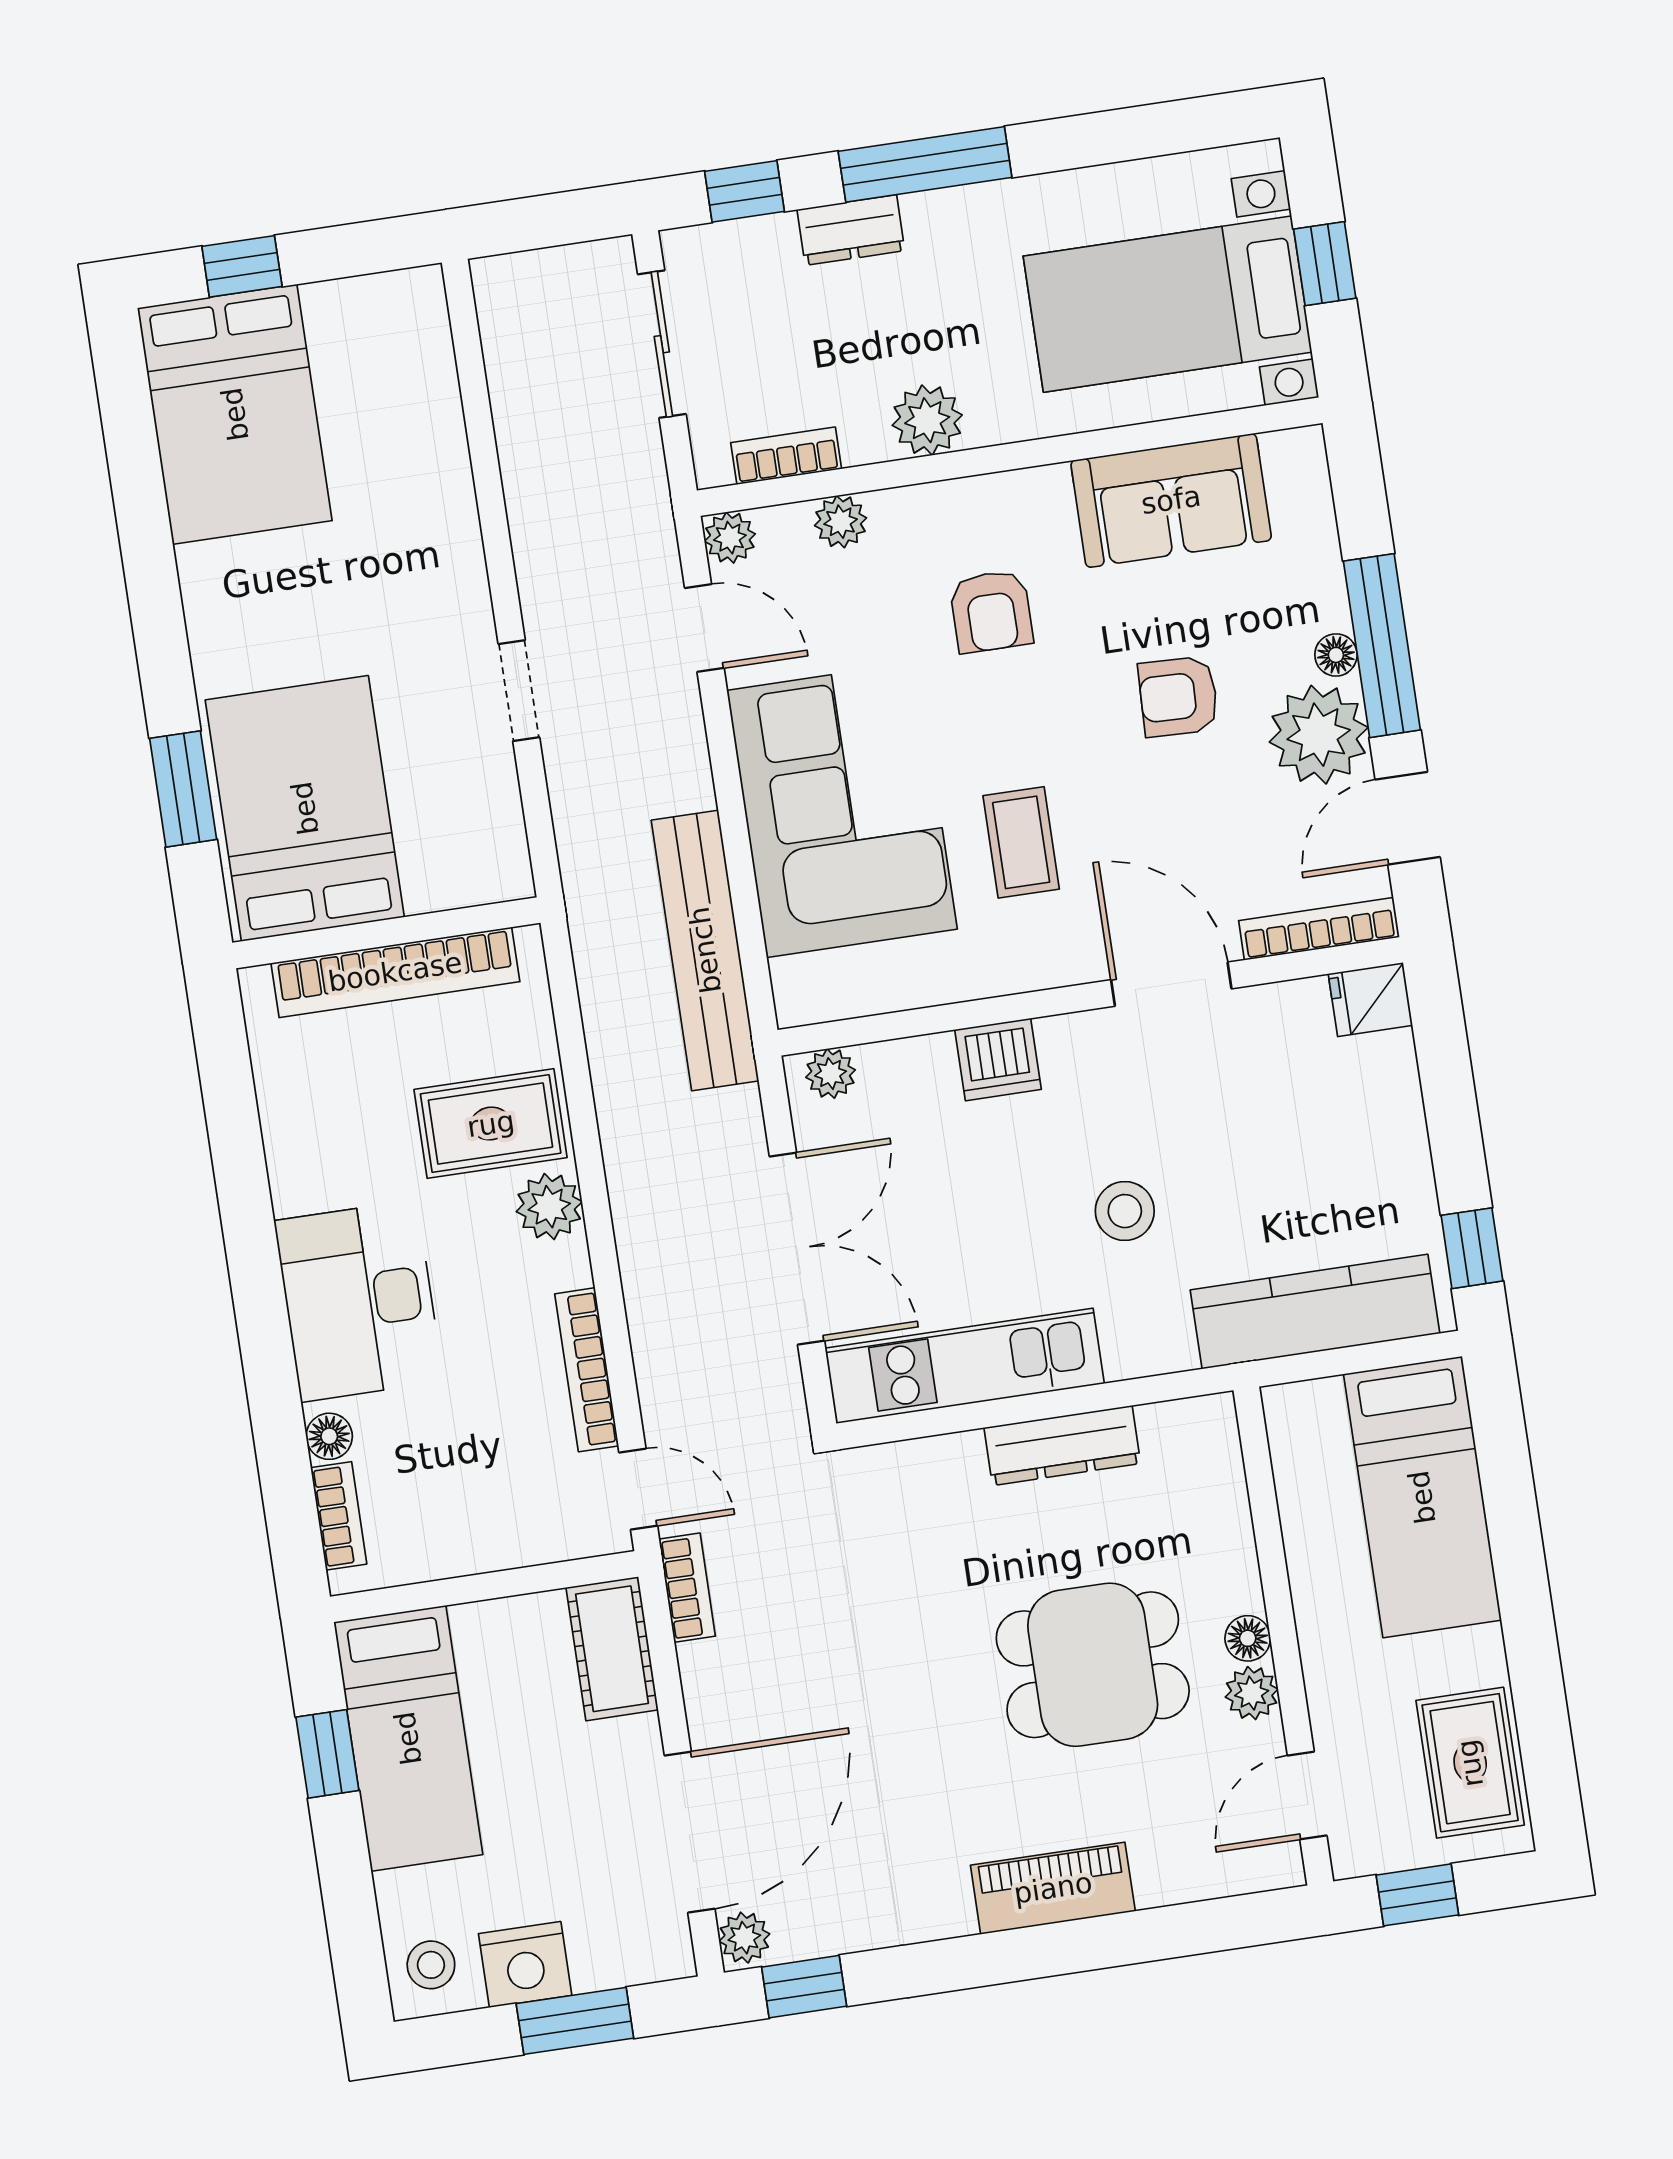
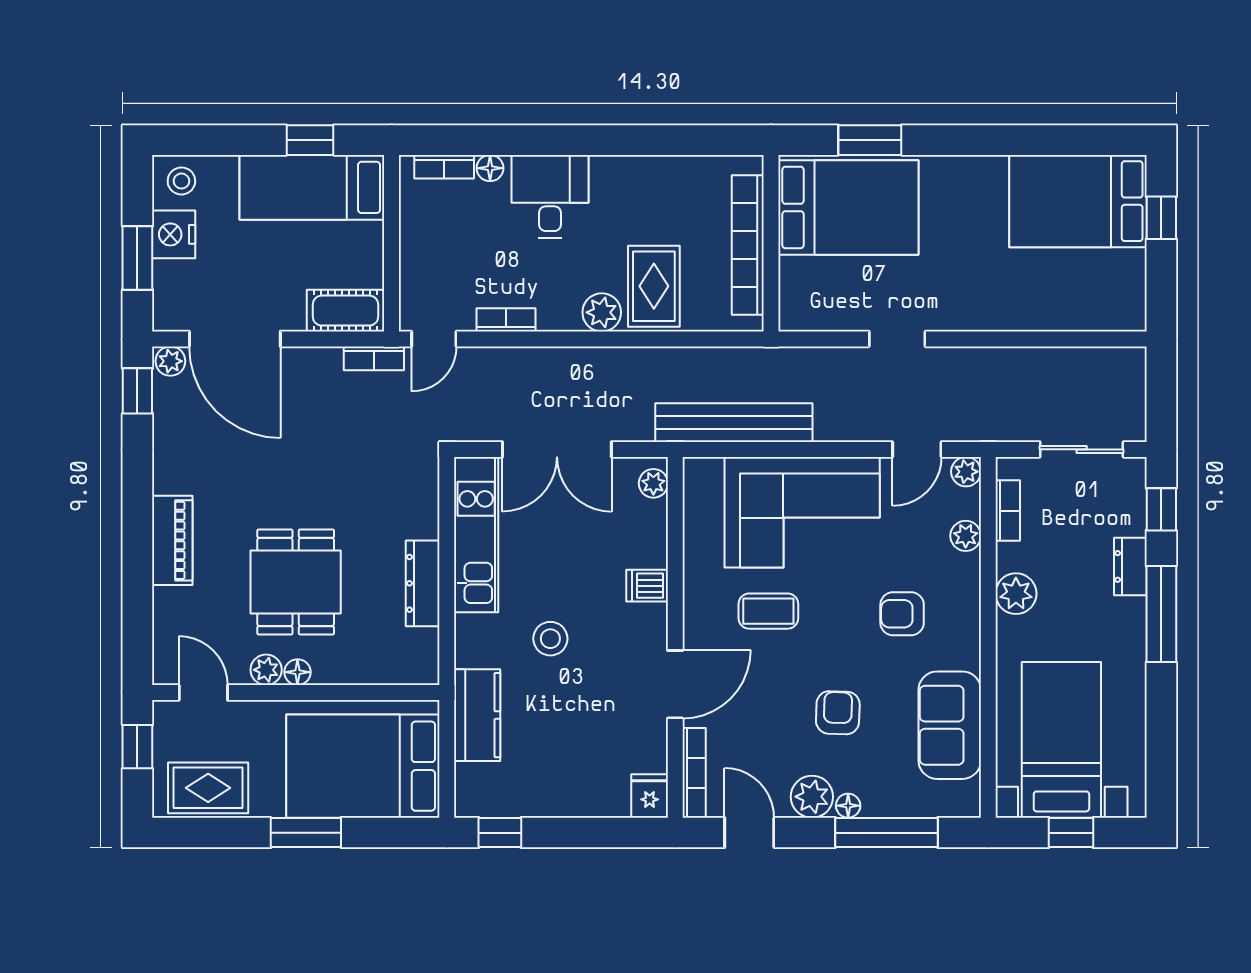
window: (1382, 646) -> (887, 833), moved
plant: (1319, 735) -> (812, 797), width x0.73, depth x0.73
dishwasher: (998, 1059) -> (647, 586), width x0.73
desk: (359, 1301) -> (550, 196), width x0.73
kitchen counter: (1315, 1312) -> (477, 715), width x0.67
bookcase: (587, 1370) -> (506, 320), width x0.64
bed: (1422, 1497) -> (363, 766), width x1.50
window: (1522, 1583) -> (306, 833), added

